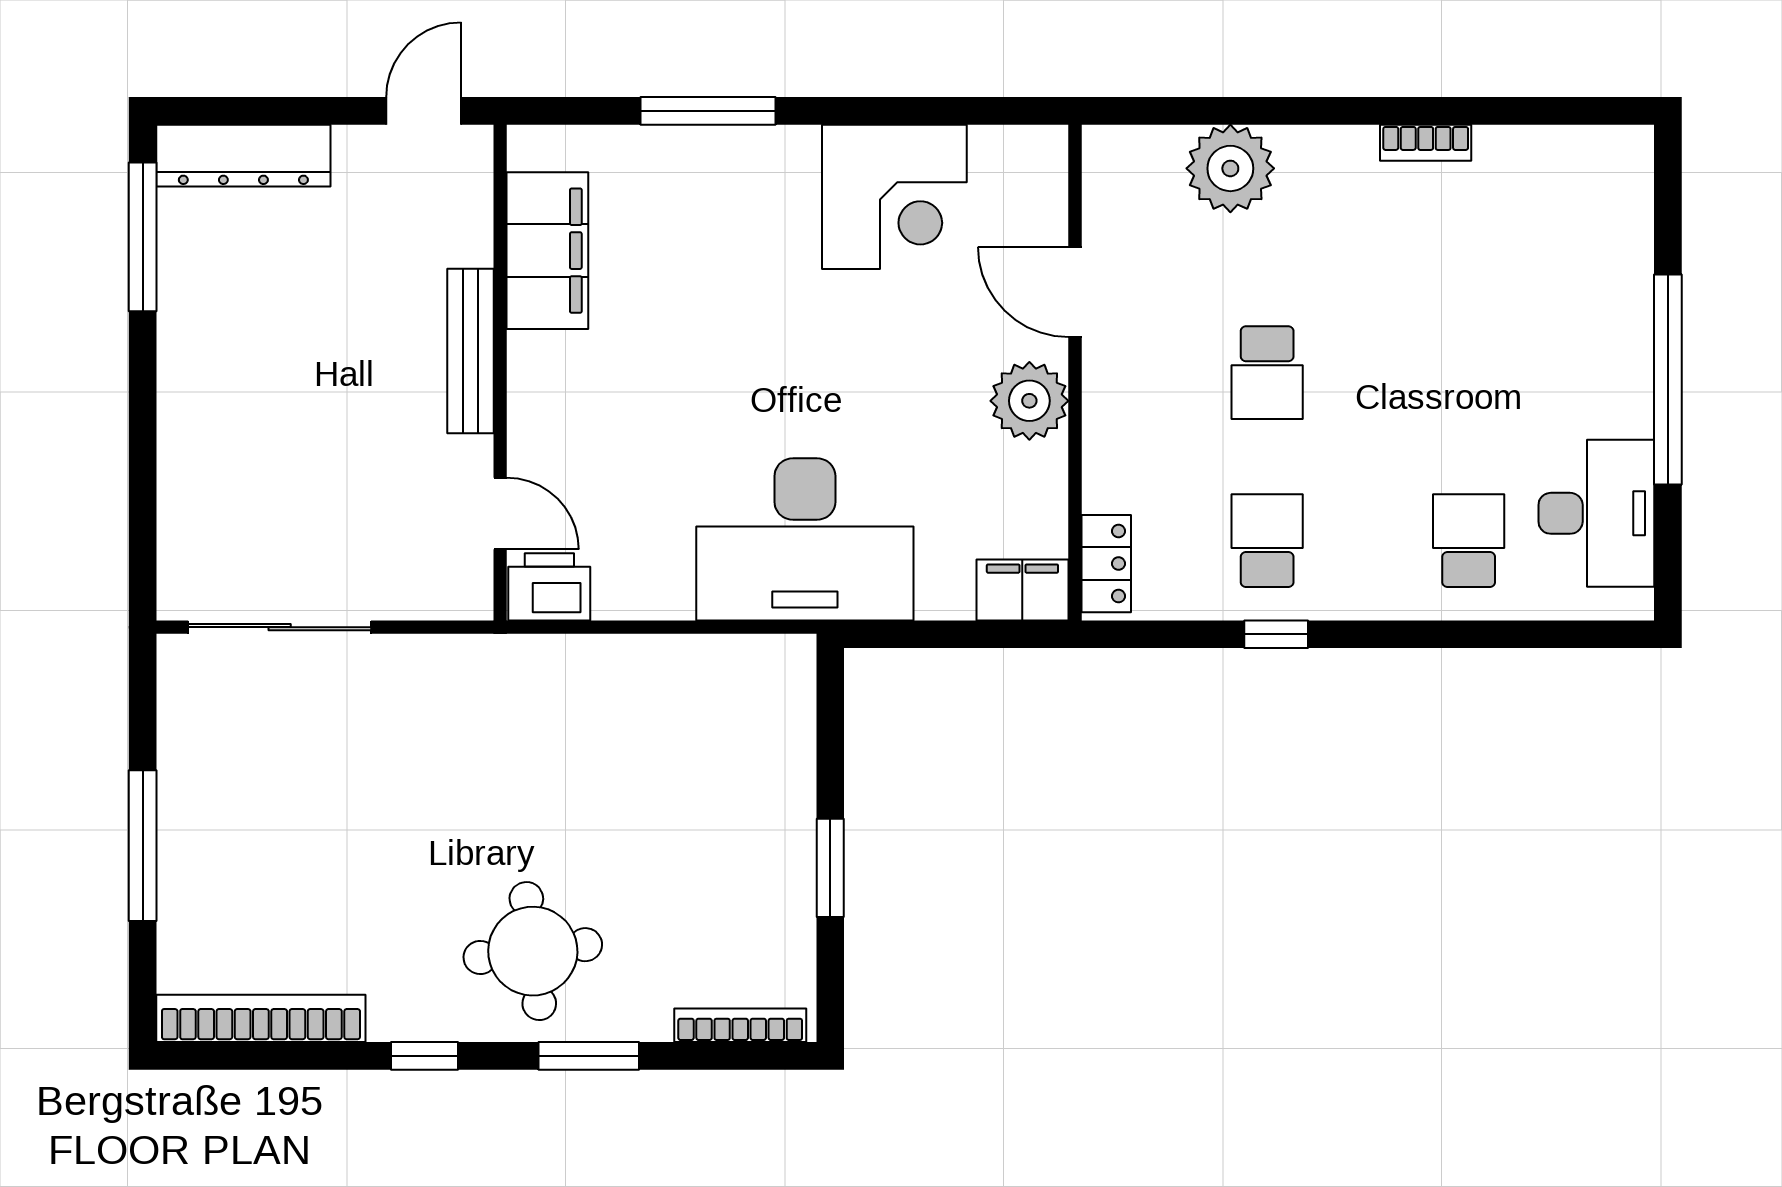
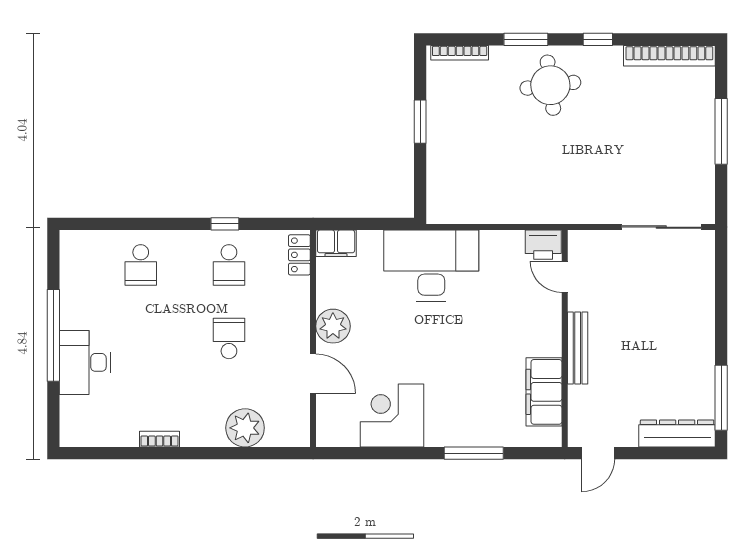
desk: (1596, 513) -> (85, 362), moved

